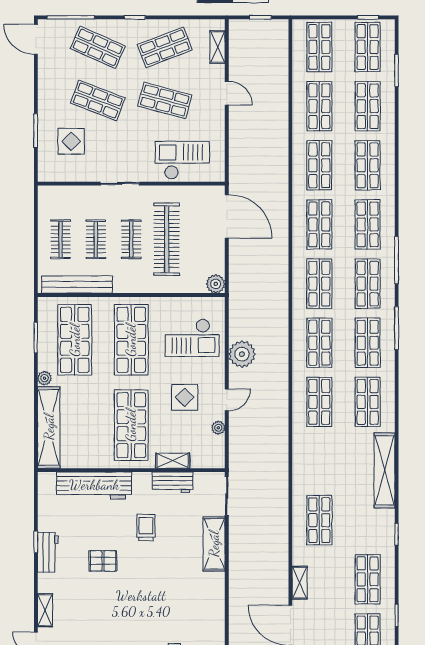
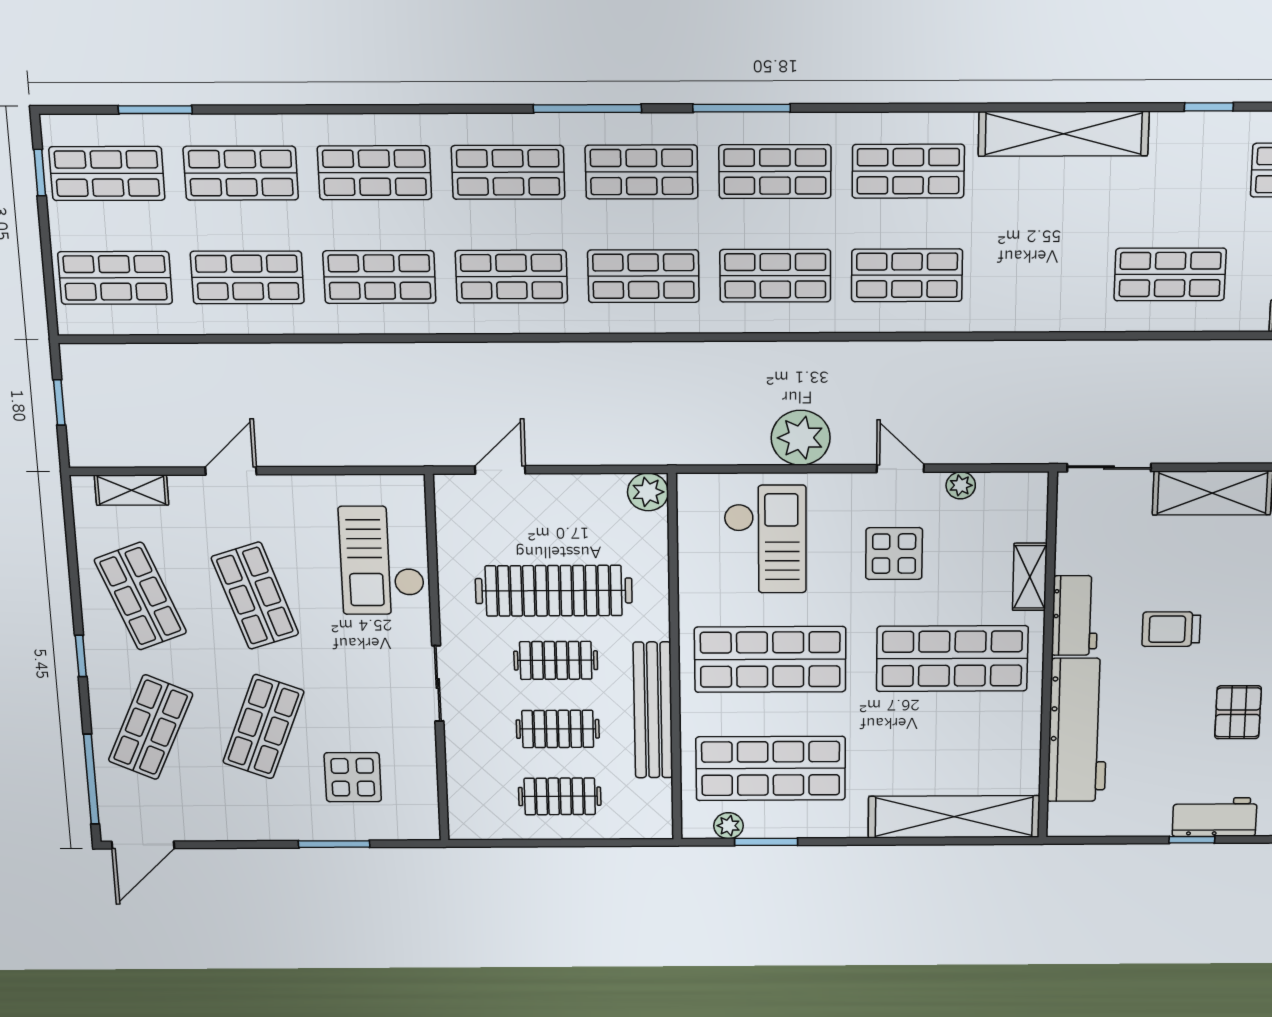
shop shelf: (165, 100) -> (255, 596), turned -33
door: (227, 216) -> (500, 470), width x0.53
bench: (77, 284) -> (653, 710), moved
plant: (45, 378) -> (728, 826), moved
workbench: (173, 482) -> (1075, 616), moved

